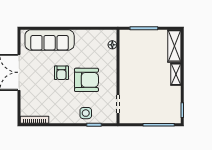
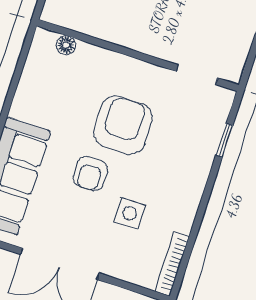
armchair: (61, 73) -> (90, 174), turned 90
side table: (86, 113) -> (130, 213), moved

